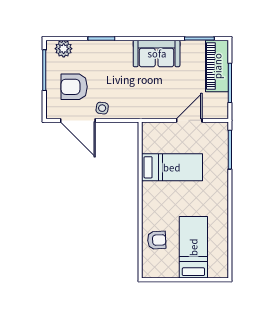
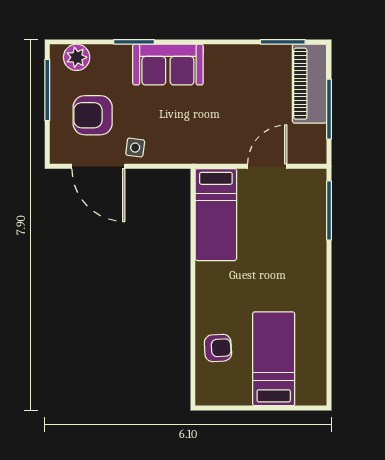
sofa: (157, 53) -> (168, 65), moved
bed: (172, 167) -> (216, 215), moved, turned 90

